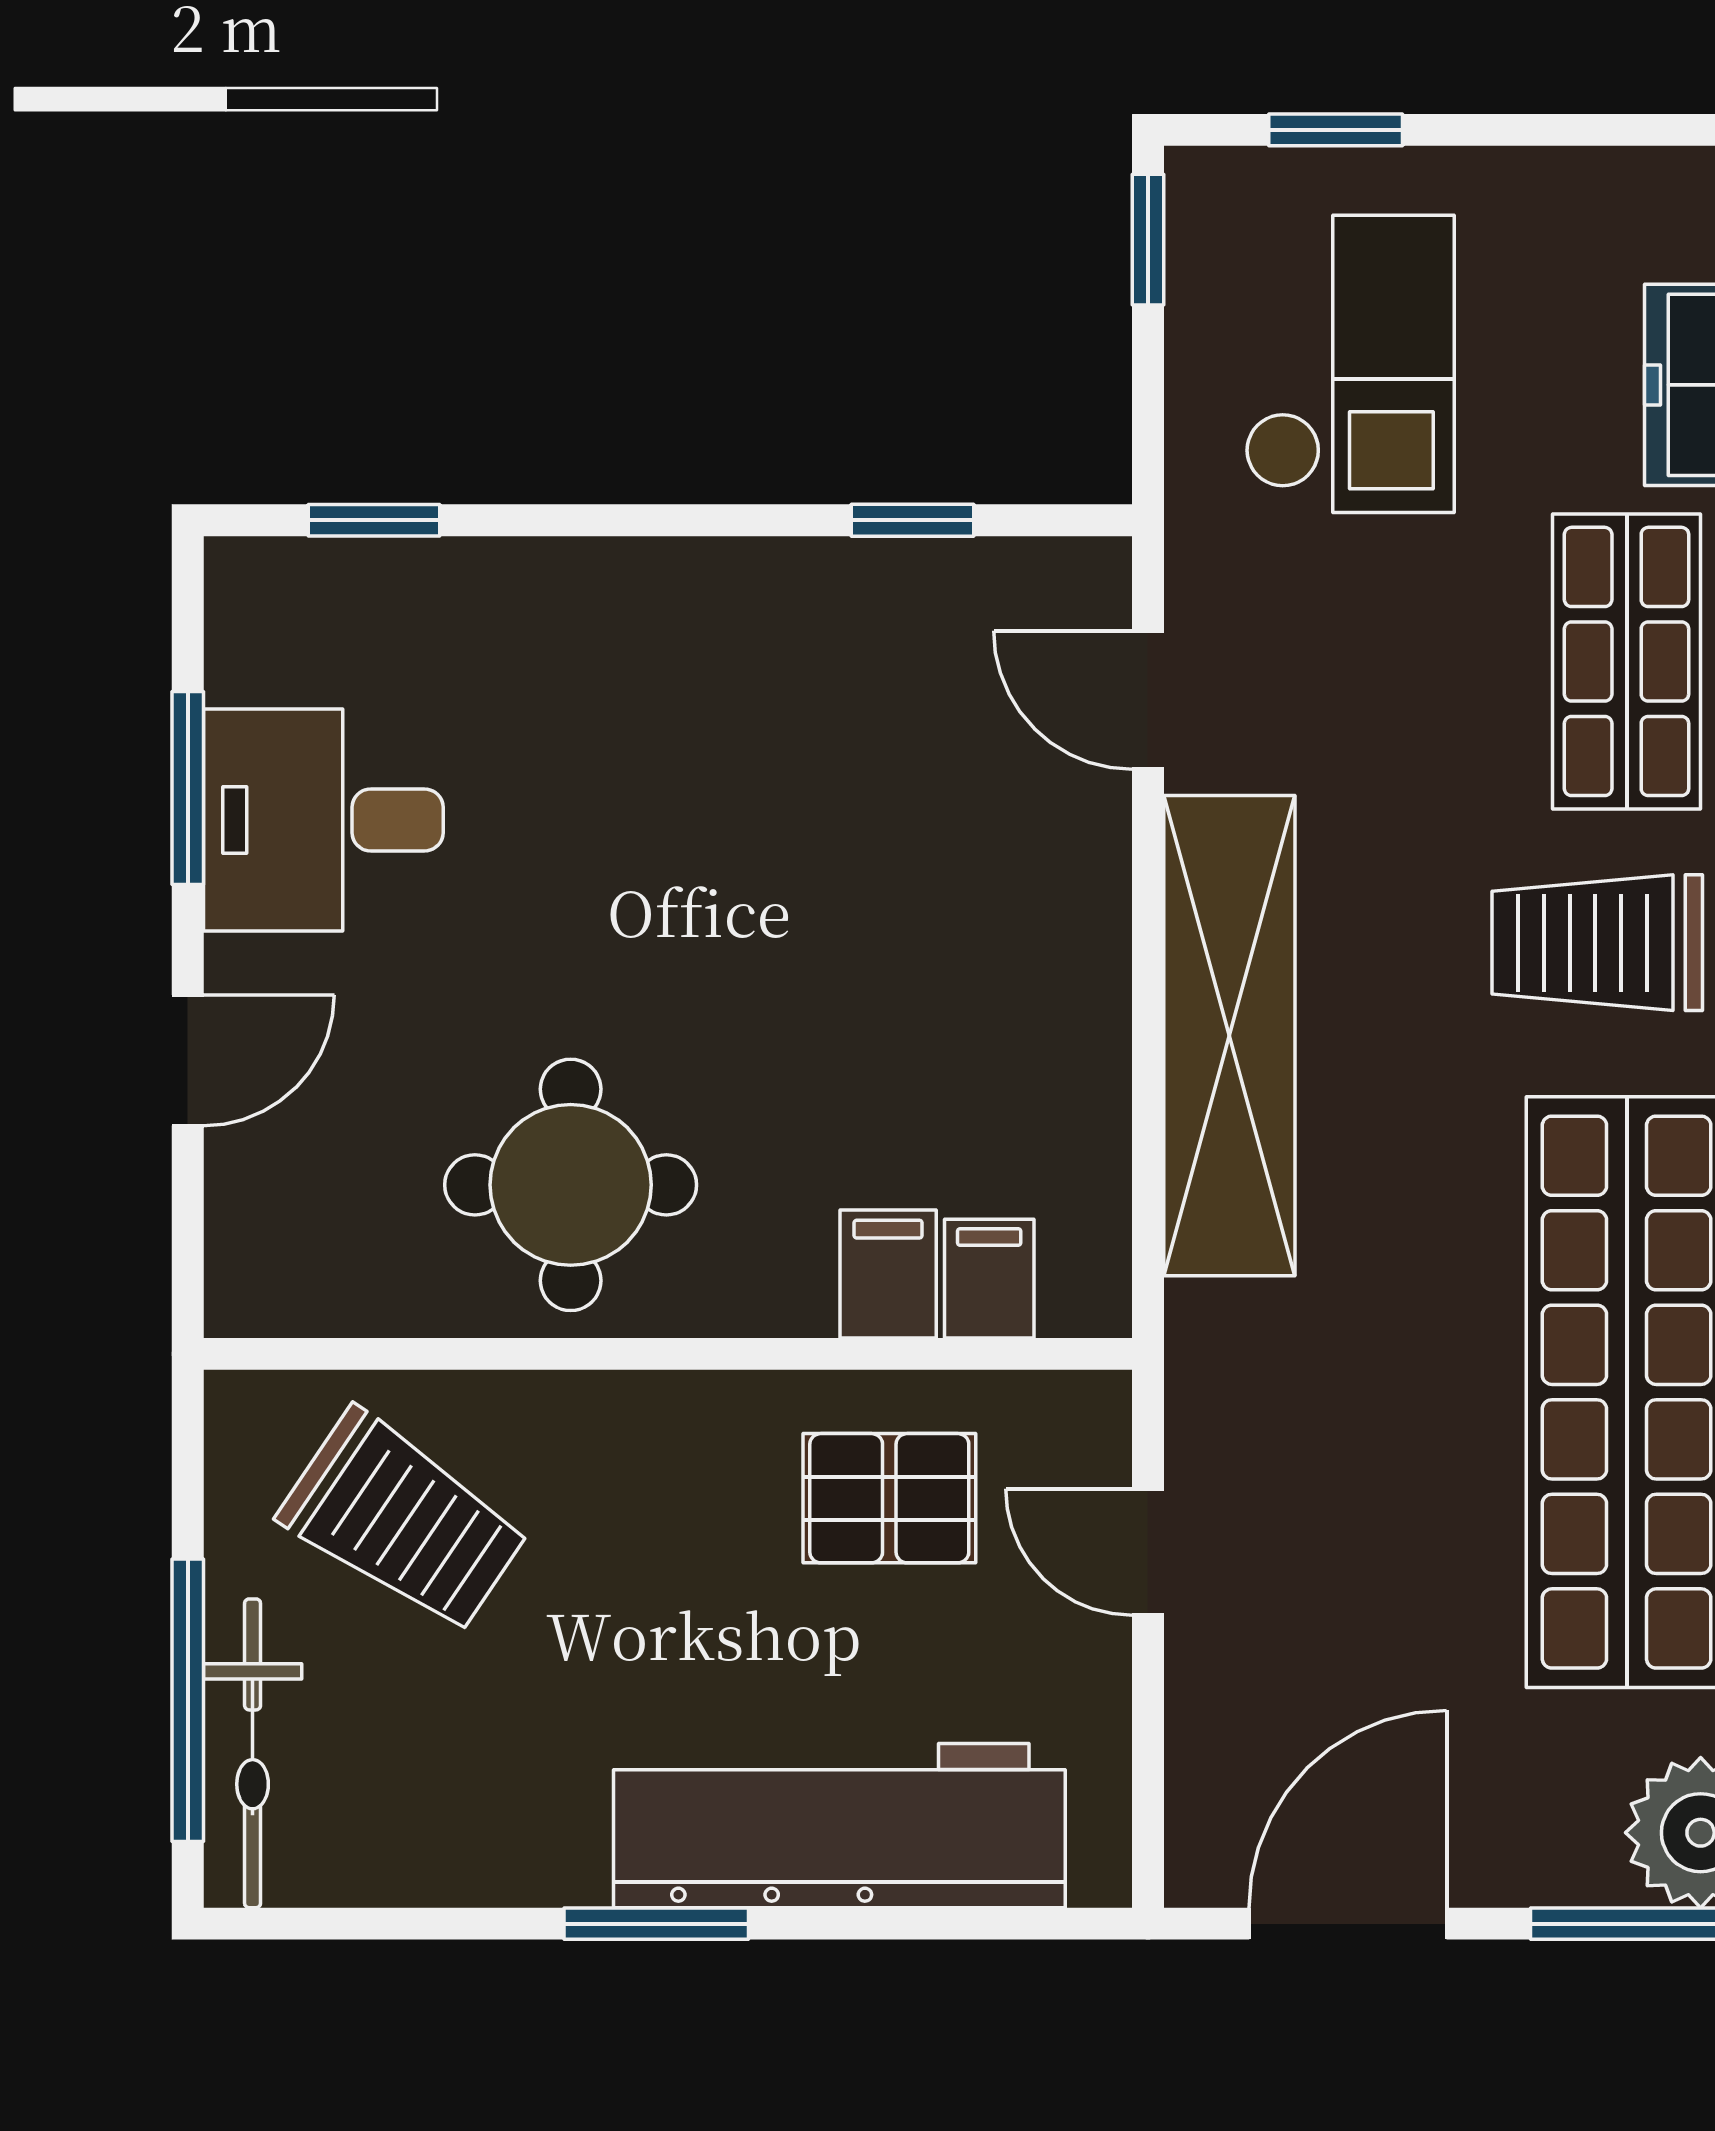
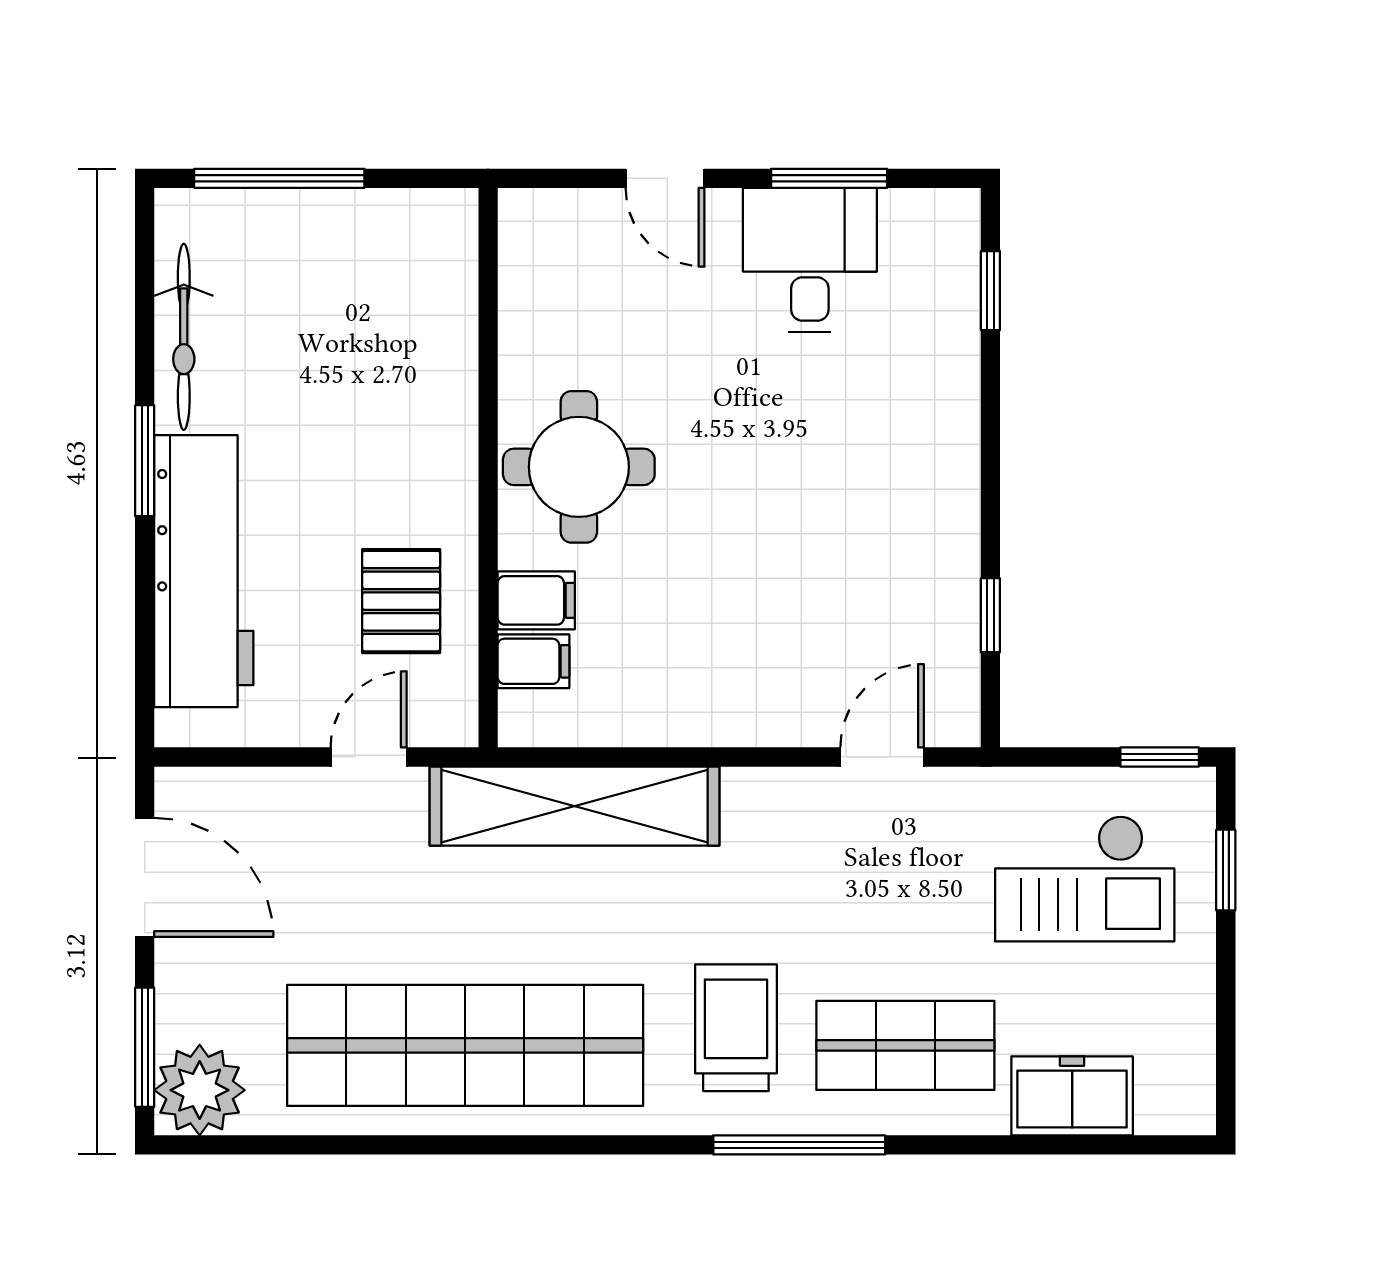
shelving: (1229, 1036) -> (574, 806), moved
round table: (571, 1185) -> (579, 467), moved
trolley: (404, 1522) -> (387, 309), removed
bicycle: (253, 1753) -> (184, 337), moved, turned -90

